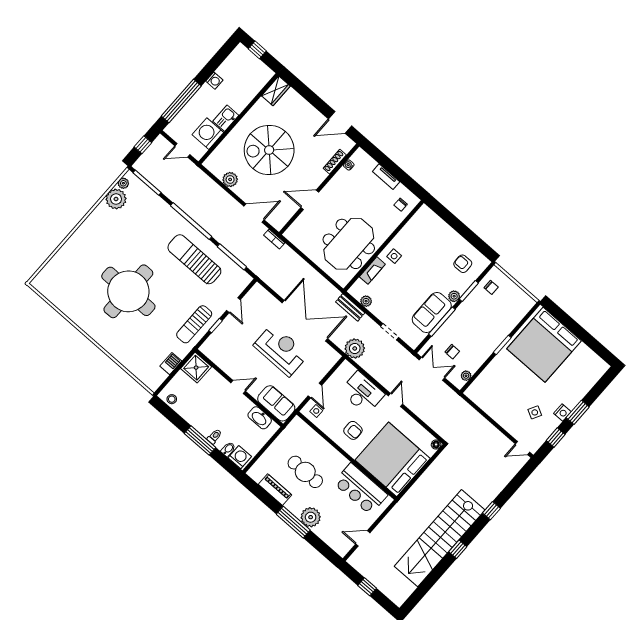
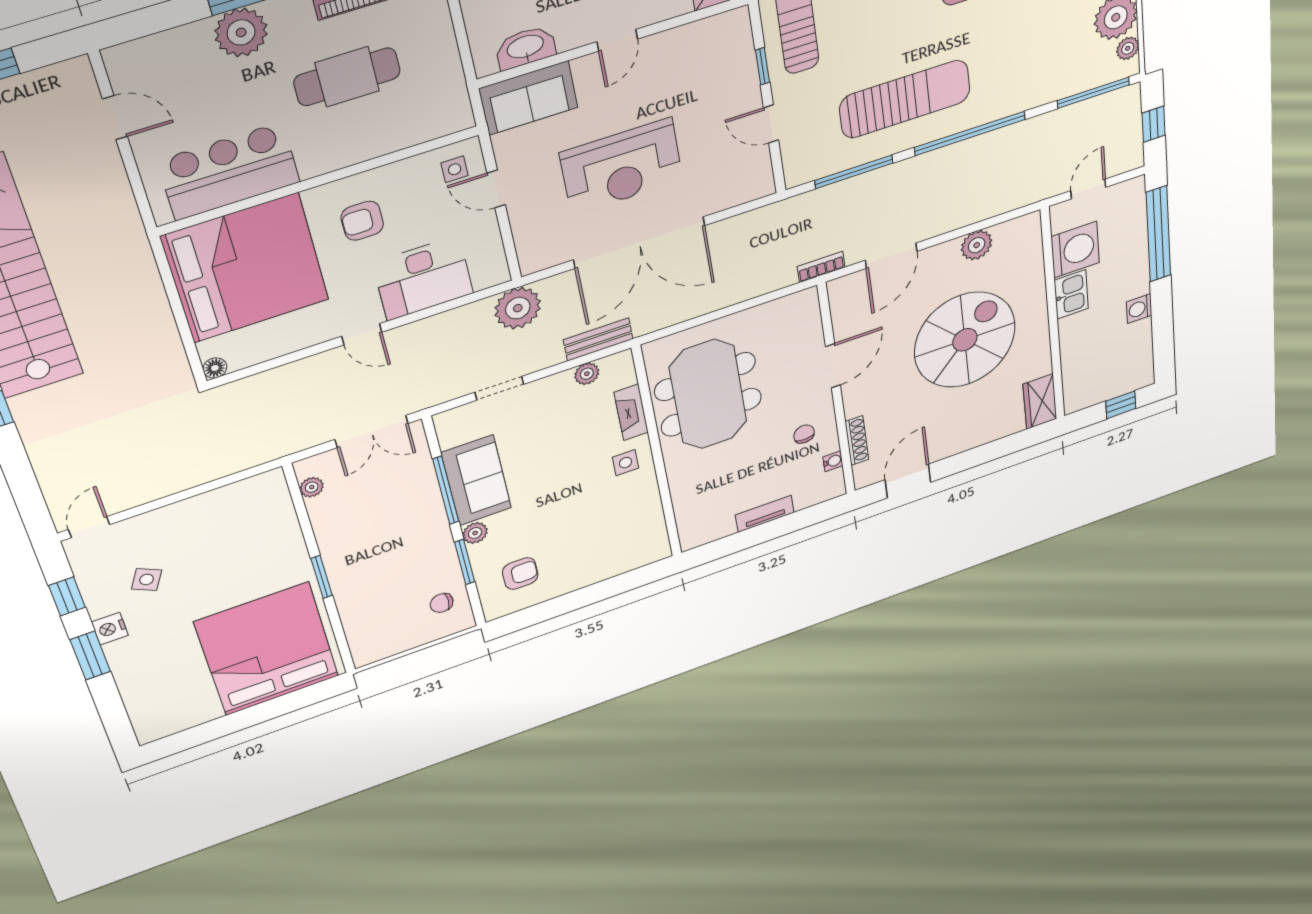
chair: (401, 205) -> (804, 434), moved
chair: (452, 352) -> (376, 483), removed
door: (363, 538) -> (115, 118), hinge flipped

